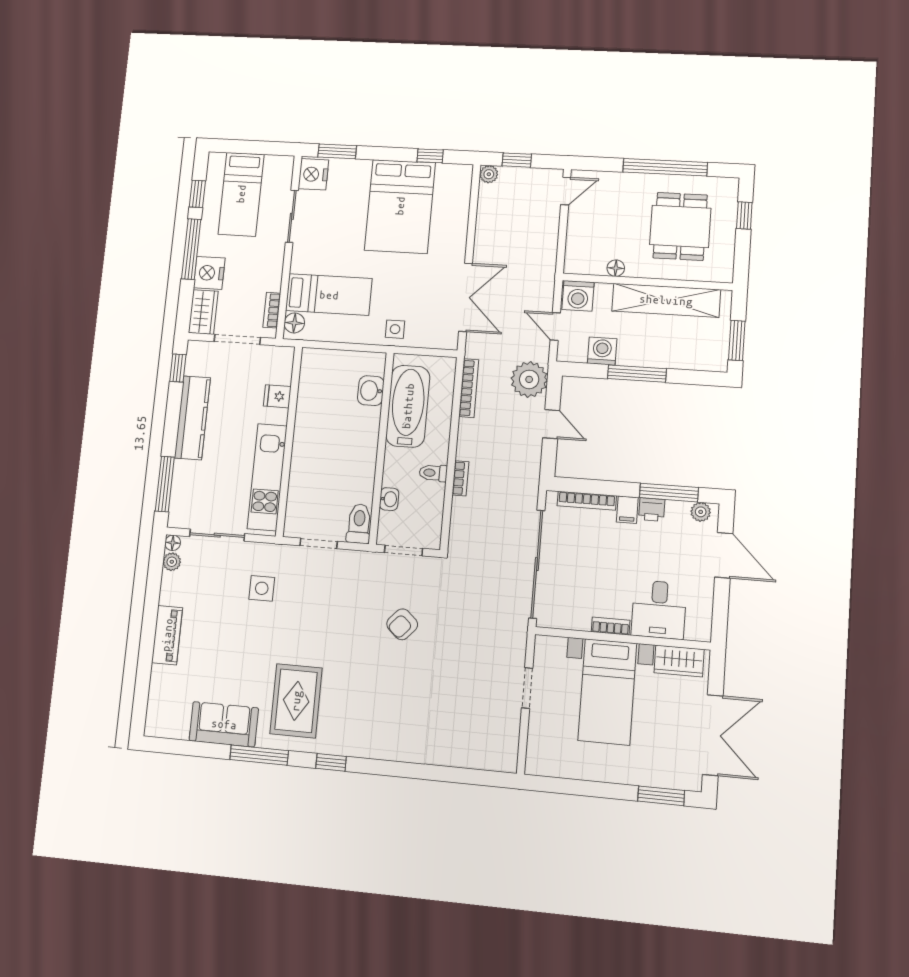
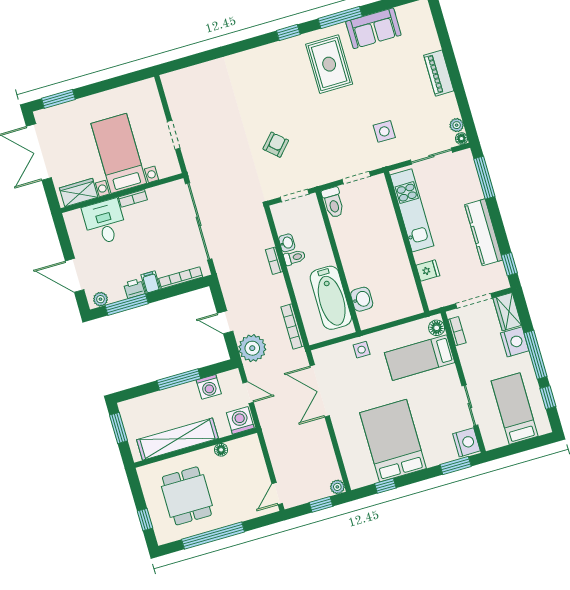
washbasin: (389, 499) -> (287, 243), moved, turned 180

